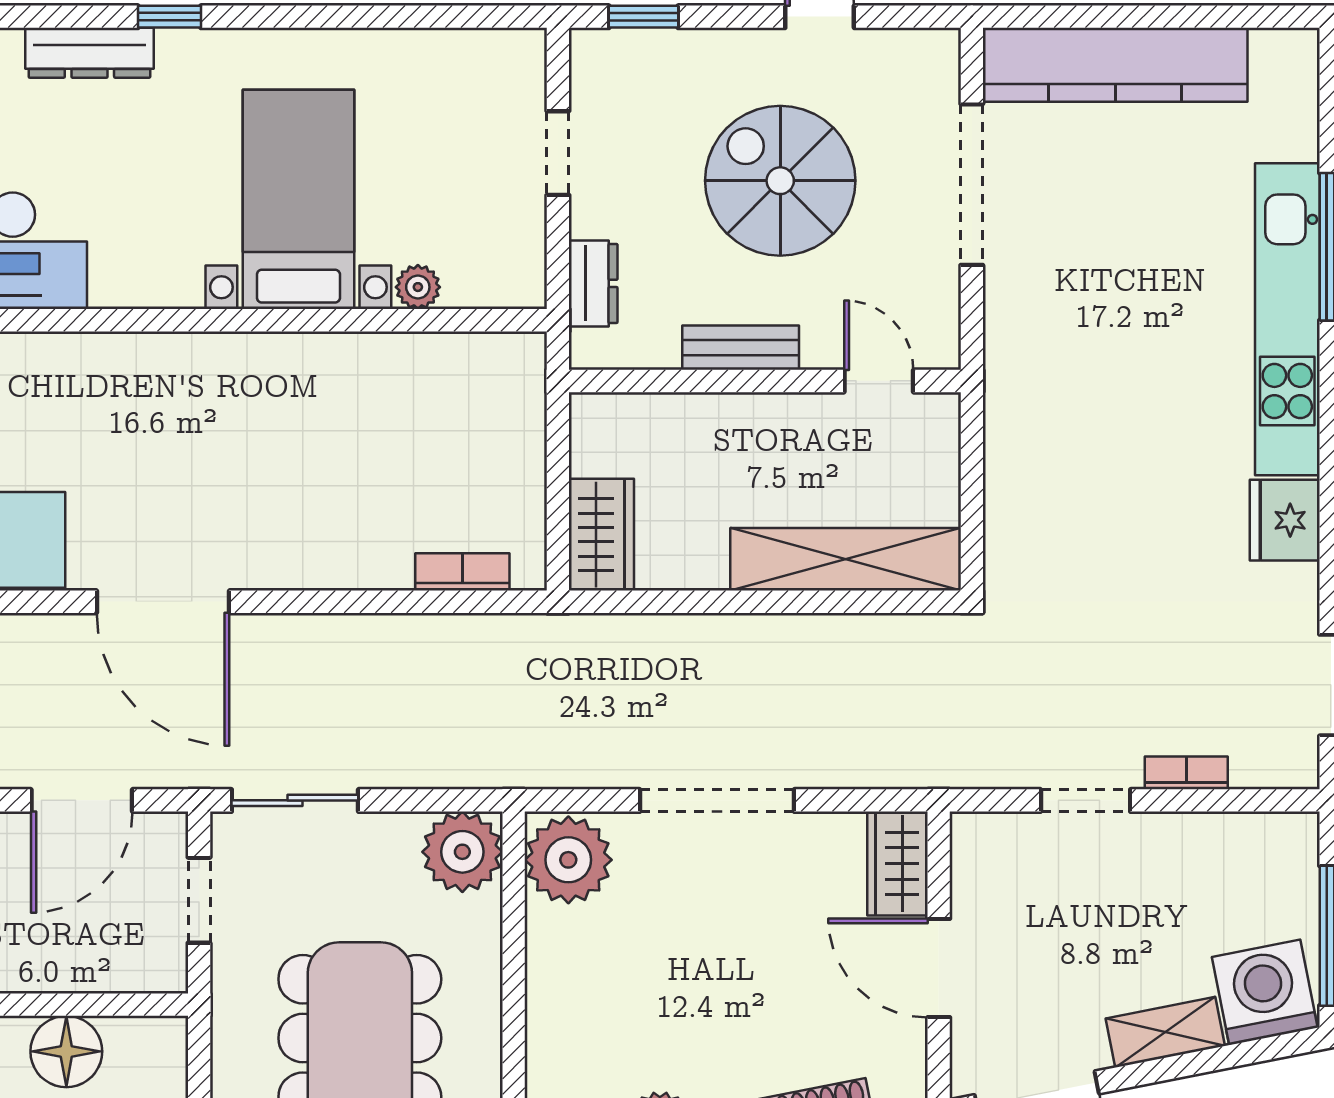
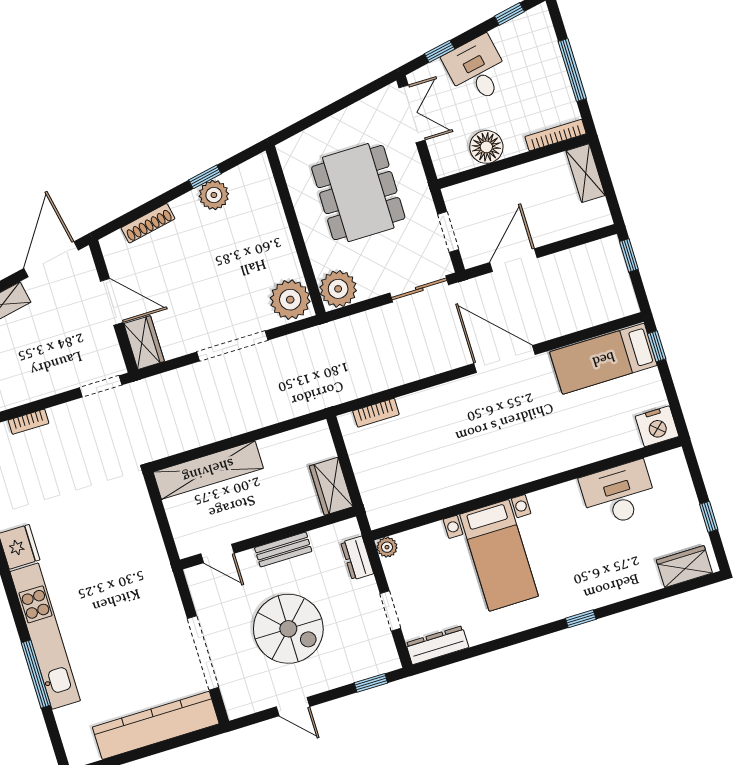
dresser: (89, 53) -> (437, 645), moved
plant: (418, 287) -> (387, 547), moved
wardrobe: (601, 535) -> (331, 486), moved
doorway: (1086, 800) -> (101, 386), moved

